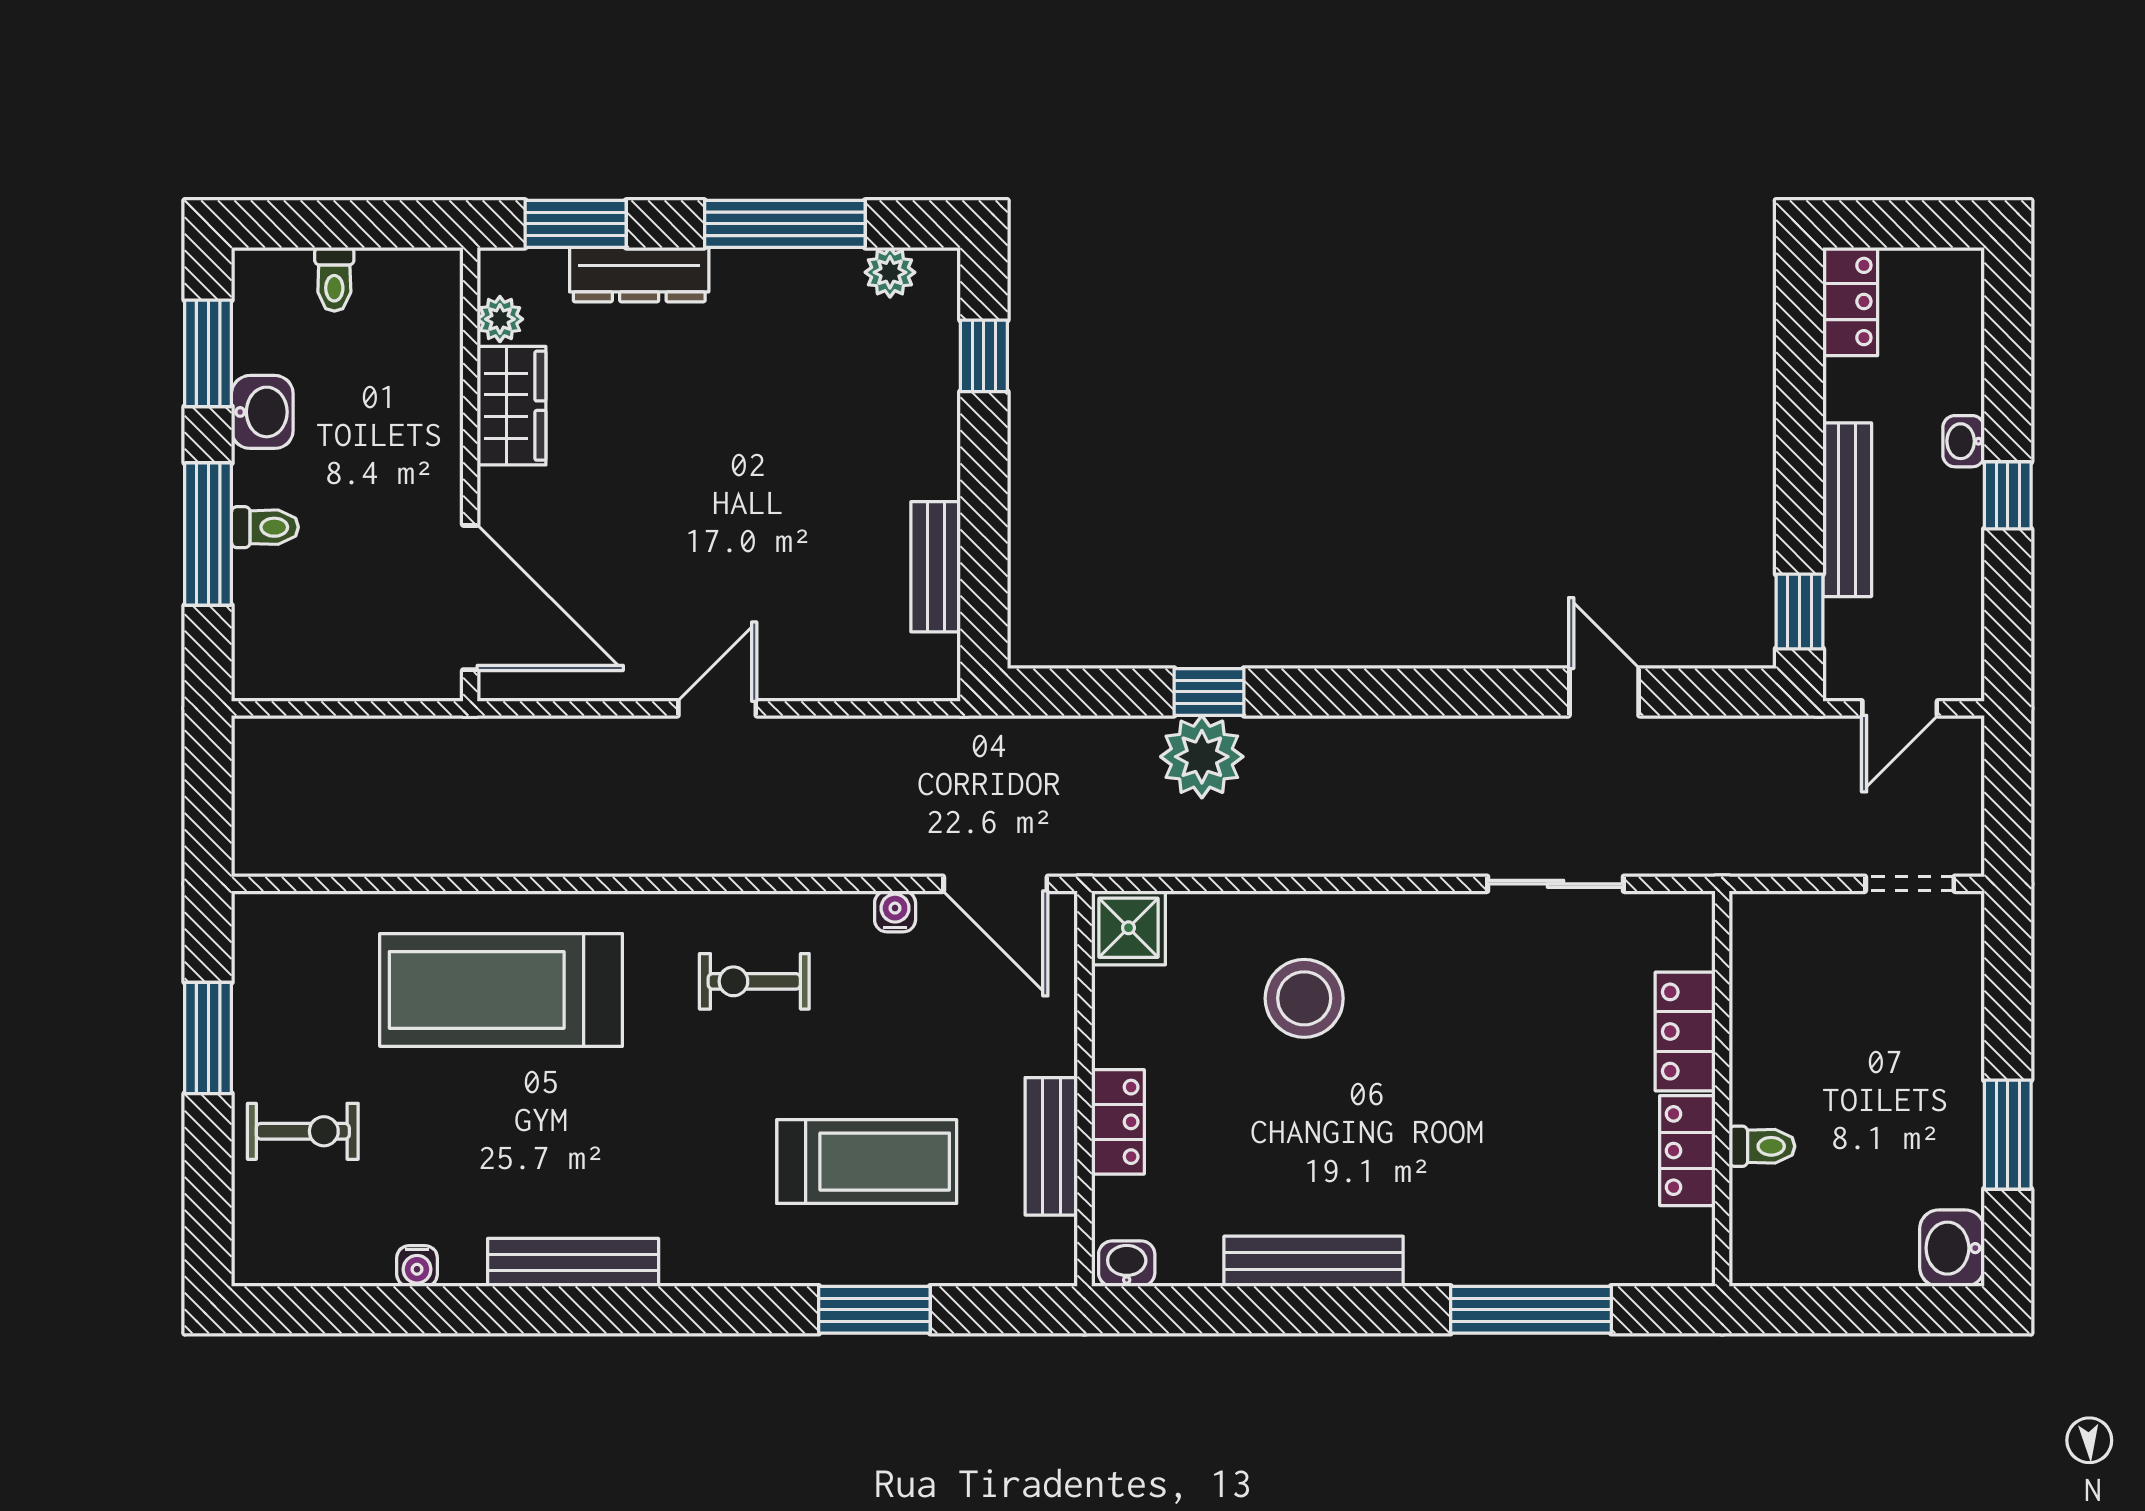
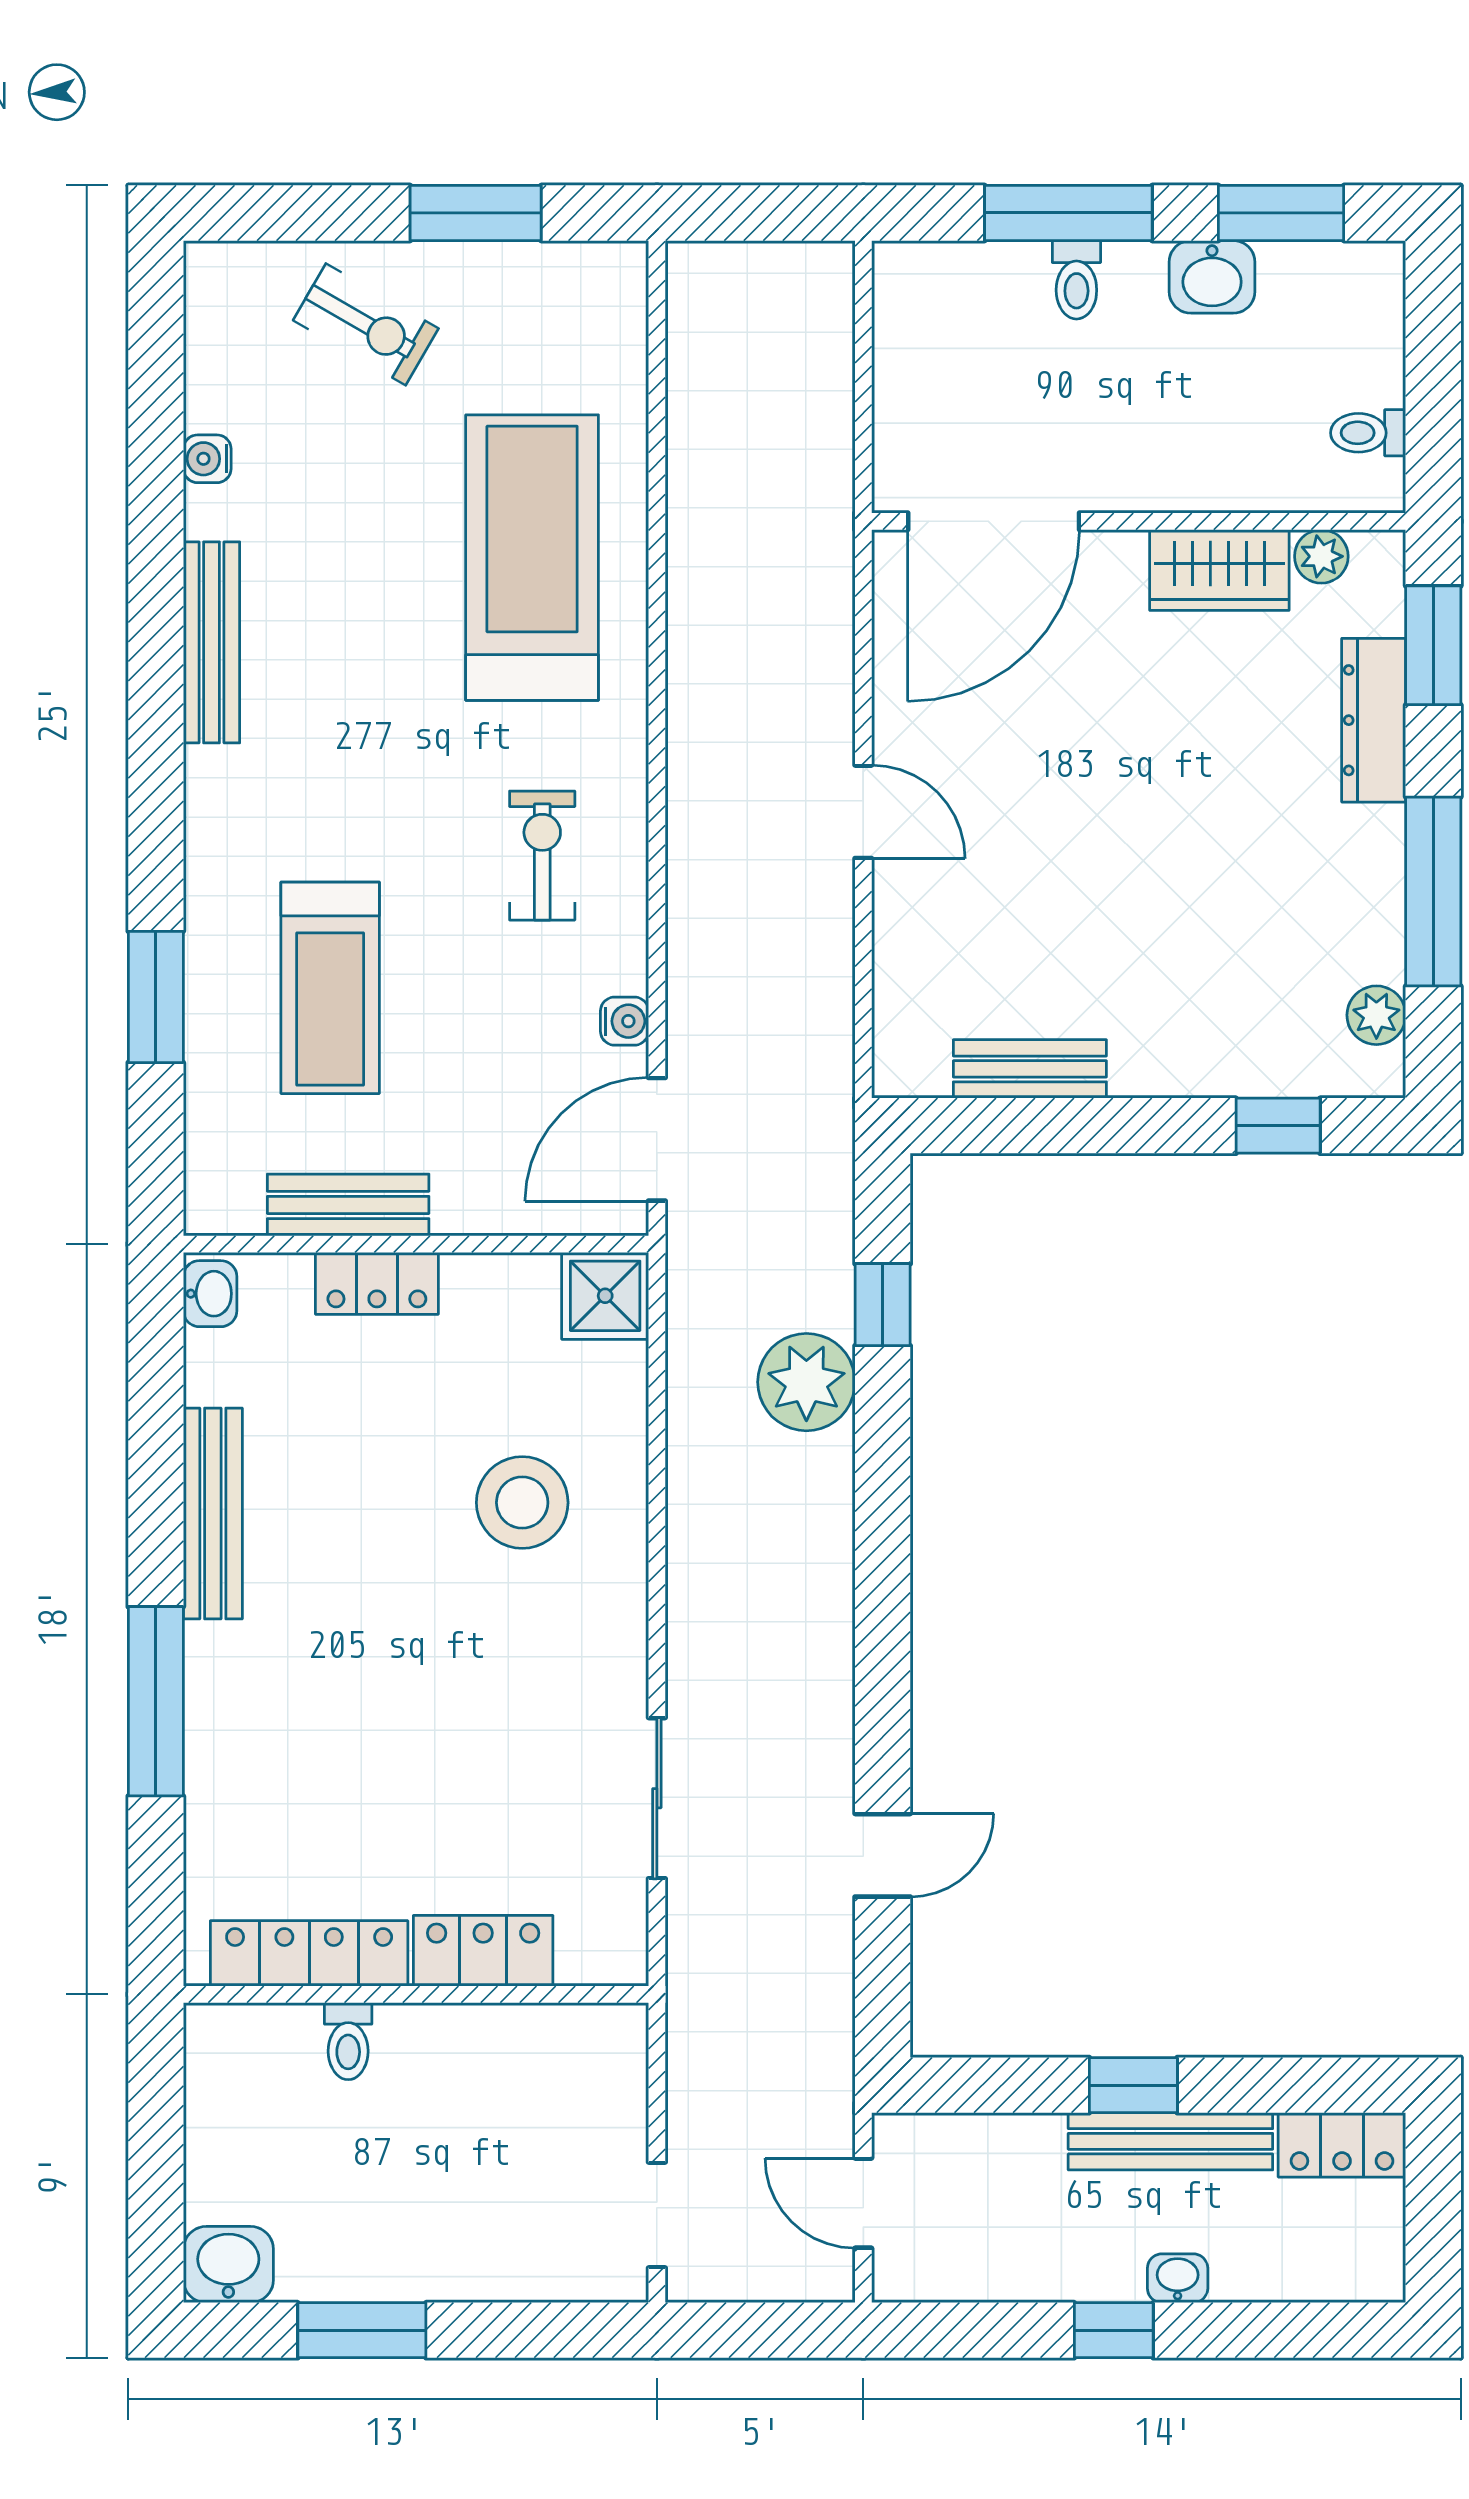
toilet: (334, 279) -> (1368, 433), moved
bench: (1847, 510) -> (1170, 2141), moved
window: (1799, 611) -> (1133, 2085), moved
window: (1209, 692) -> (883, 1305), moved
exercise bike: (303, 1131) -> (366, 324), turned -60
locker: (1687, 1151) -> (309, 1953), width x1.53
window: (1531, 1310) -> (156, 1701), moved

